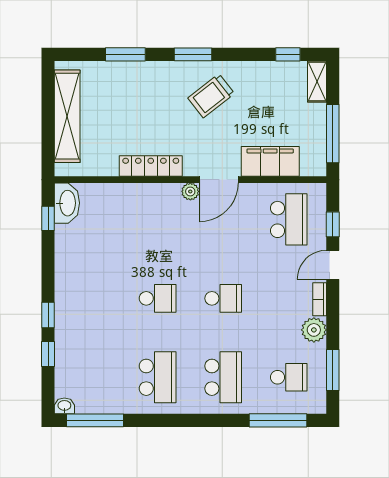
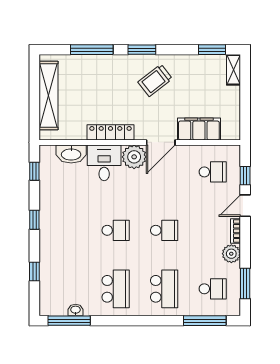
window: (125, 54) -> (92, 50), width x1.44
window: (288, 54) -> (212, 50), width x1.50
window: (333, 134) -> (245, 108), removed
plant: (190, 191) -> (134, 157), width x1.88, depth x1.88
washbasin: (67, 203) -> (71, 154), moved, turned 90
desk: (142, 207) -> (104, 163), added
school desk: (289, 219) -> (213, 172), width x0.54
window: (48, 315) -> (34, 220), moved
washbasin: (64, 406) -> (76, 310), moved

